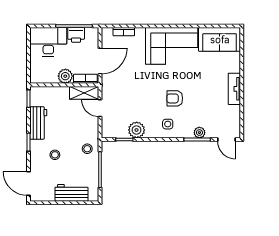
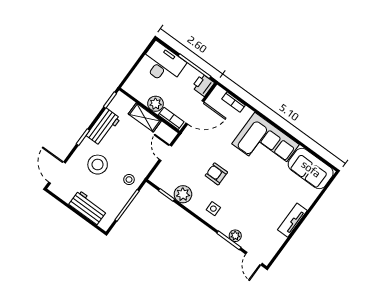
printer: (76, 35) -> (203, 85), moved, turned 90
shelving: (84, 93) -> (145, 118), moved
armchair: (175, 98) -> (216, 174), moved
stool: (55, 155) -> (98, 165), width x1.89, depth x1.89

